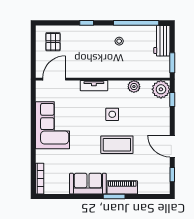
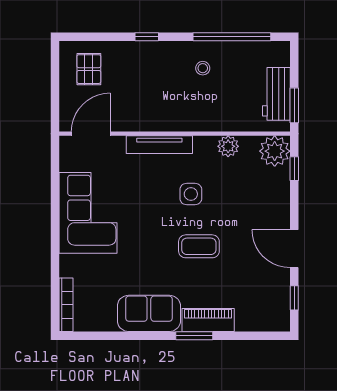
workbench: (162, 41) -> (276, 94), moved
tv unit: (94, 86) -> (159, 145), width x1.41
coffee table: (117, 145) -> (199, 246), width x0.73, depth x0.76

